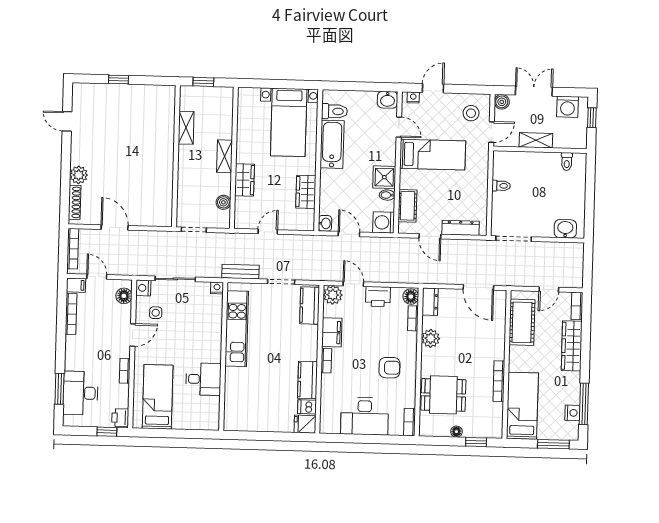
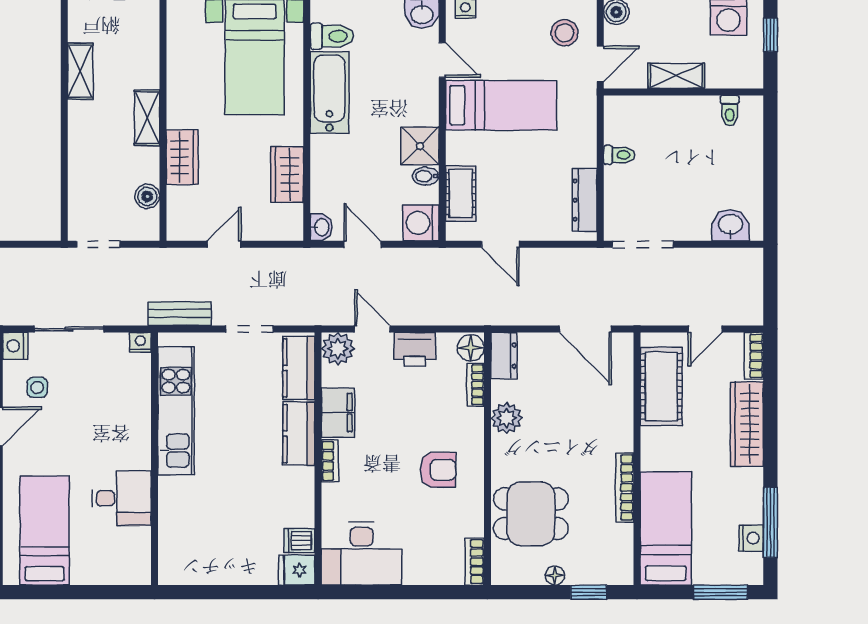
dresser: (461, 228) -> (585, 200), moved, turned -90
kitchen counter: (308, 380) -> (299, 434), moved
desk: (365, 416) -> (362, 554), moved

